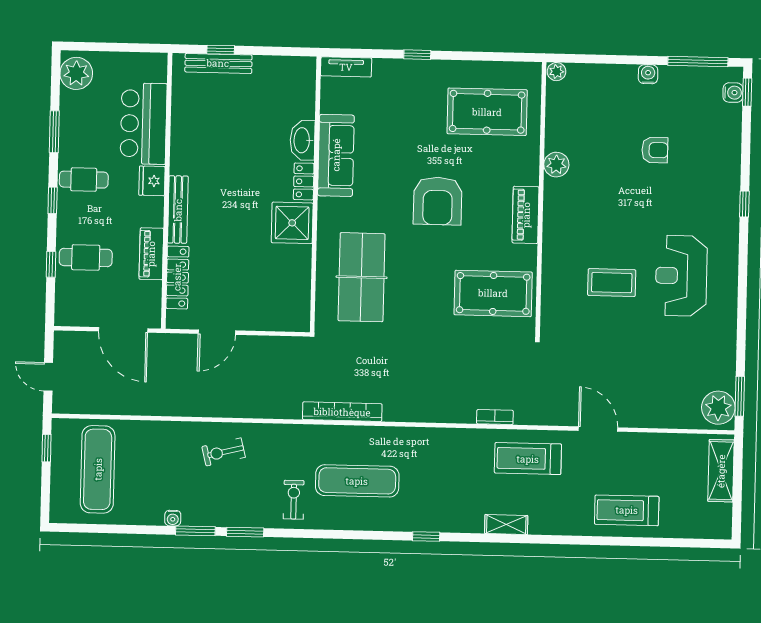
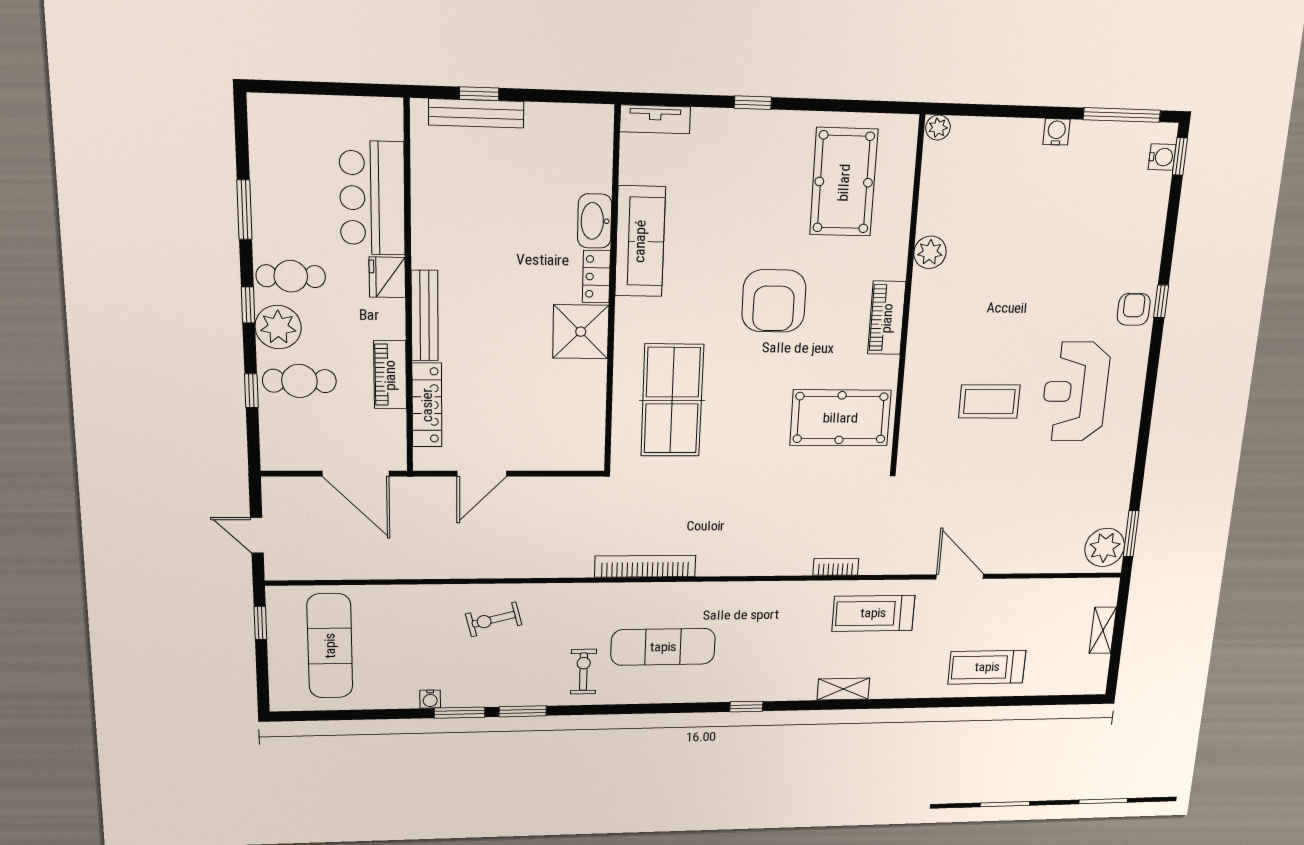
plant: (76, 73) -> (278, 327), moved
pool table: (487, 112) -> (844, 182), turned 90
armchair: (655, 150) -> (1134, 309), moved, turned -90
shelving: (721, 471) -> (1103, 630), width x0.67, depth x0.75

